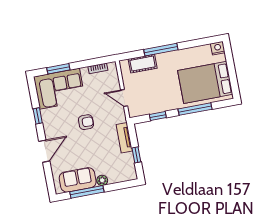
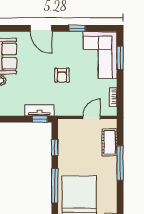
door: (124, 98) -> (92, 117), moved
window: (136, 155) -> (40, 119), moved

